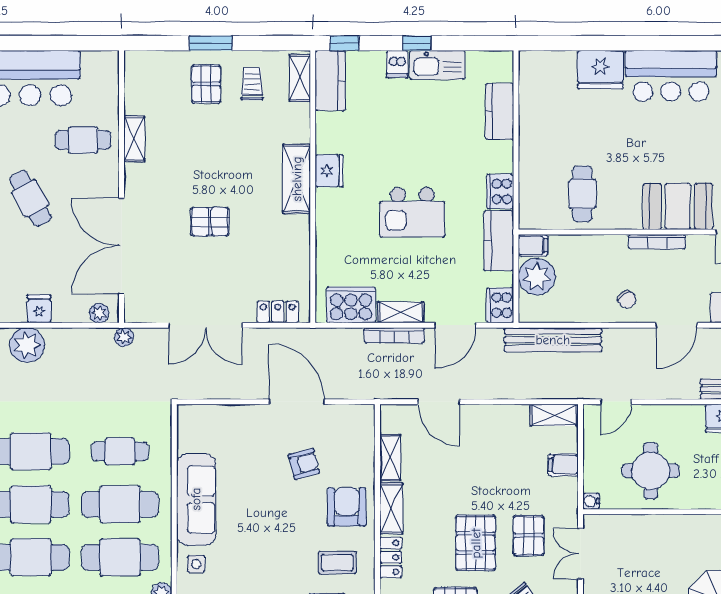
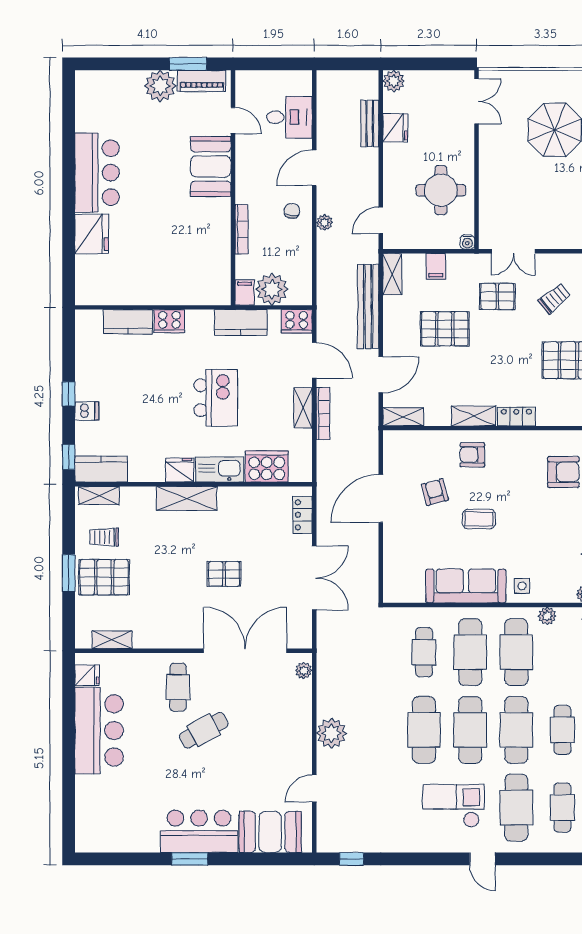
kitchen sink: (437, 65) -> (220, 470), moved, turned -90
pallet: (206, 84) -> (104, 577), width x1.50, depth x1.42
shelving: (134, 139) -> (112, 640), moved
cafe table: (83, 140) -> (178, 687), moved
cooker: (500, 191) -> (169, 321), moved
cafe table: (582, 194) -> (200, 250), removed
pallet: (210, 222) -> (224, 574), turned 90
bookcase: (657, 242) -> (241, 229), moved
double door: (122, 246) -> (245, 651), swing flipped
chair: (627, 300) -> (292, 211), turned -47
cooker: (351, 305) -> (267, 466), moved, turned 90
fridge: (39, 309) -> (87, 675), moved, turned 180
door: (676, 325) -> (314, 168), swing flipped
plant: (124, 337) -> (324, 223), moved
bench: (553, 340) -> (368, 307), moved
door: (616, 402) -> (381, 220), swing flipped
shelving: (390, 458) -> (403, 417), moved
armchair: (347, 507) -> (472, 455), width x0.72, depth x0.72
pallet: (476, 543) -> (445, 329), moved
coffee table: (337, 563) -> (479, 519), moved, turned 90

